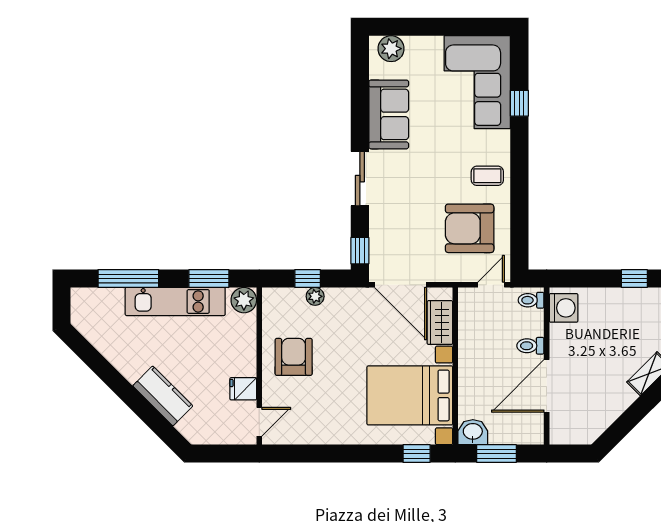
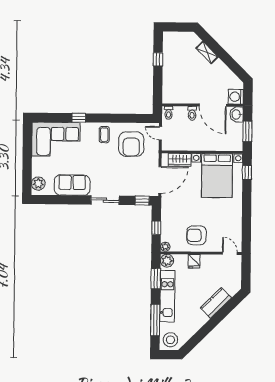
window: (519, 103) -> (79, 118), moved
plant: (315, 296) -> (165, 247), moved
stool: (90, 308) -> (170, 340), added
washing machine: (564, 308) -> (236, 97), moved, turned -90
fridge: (243, 389) -> (194, 261), moved
washbasin: (473, 432) -> (237, 114), moved

